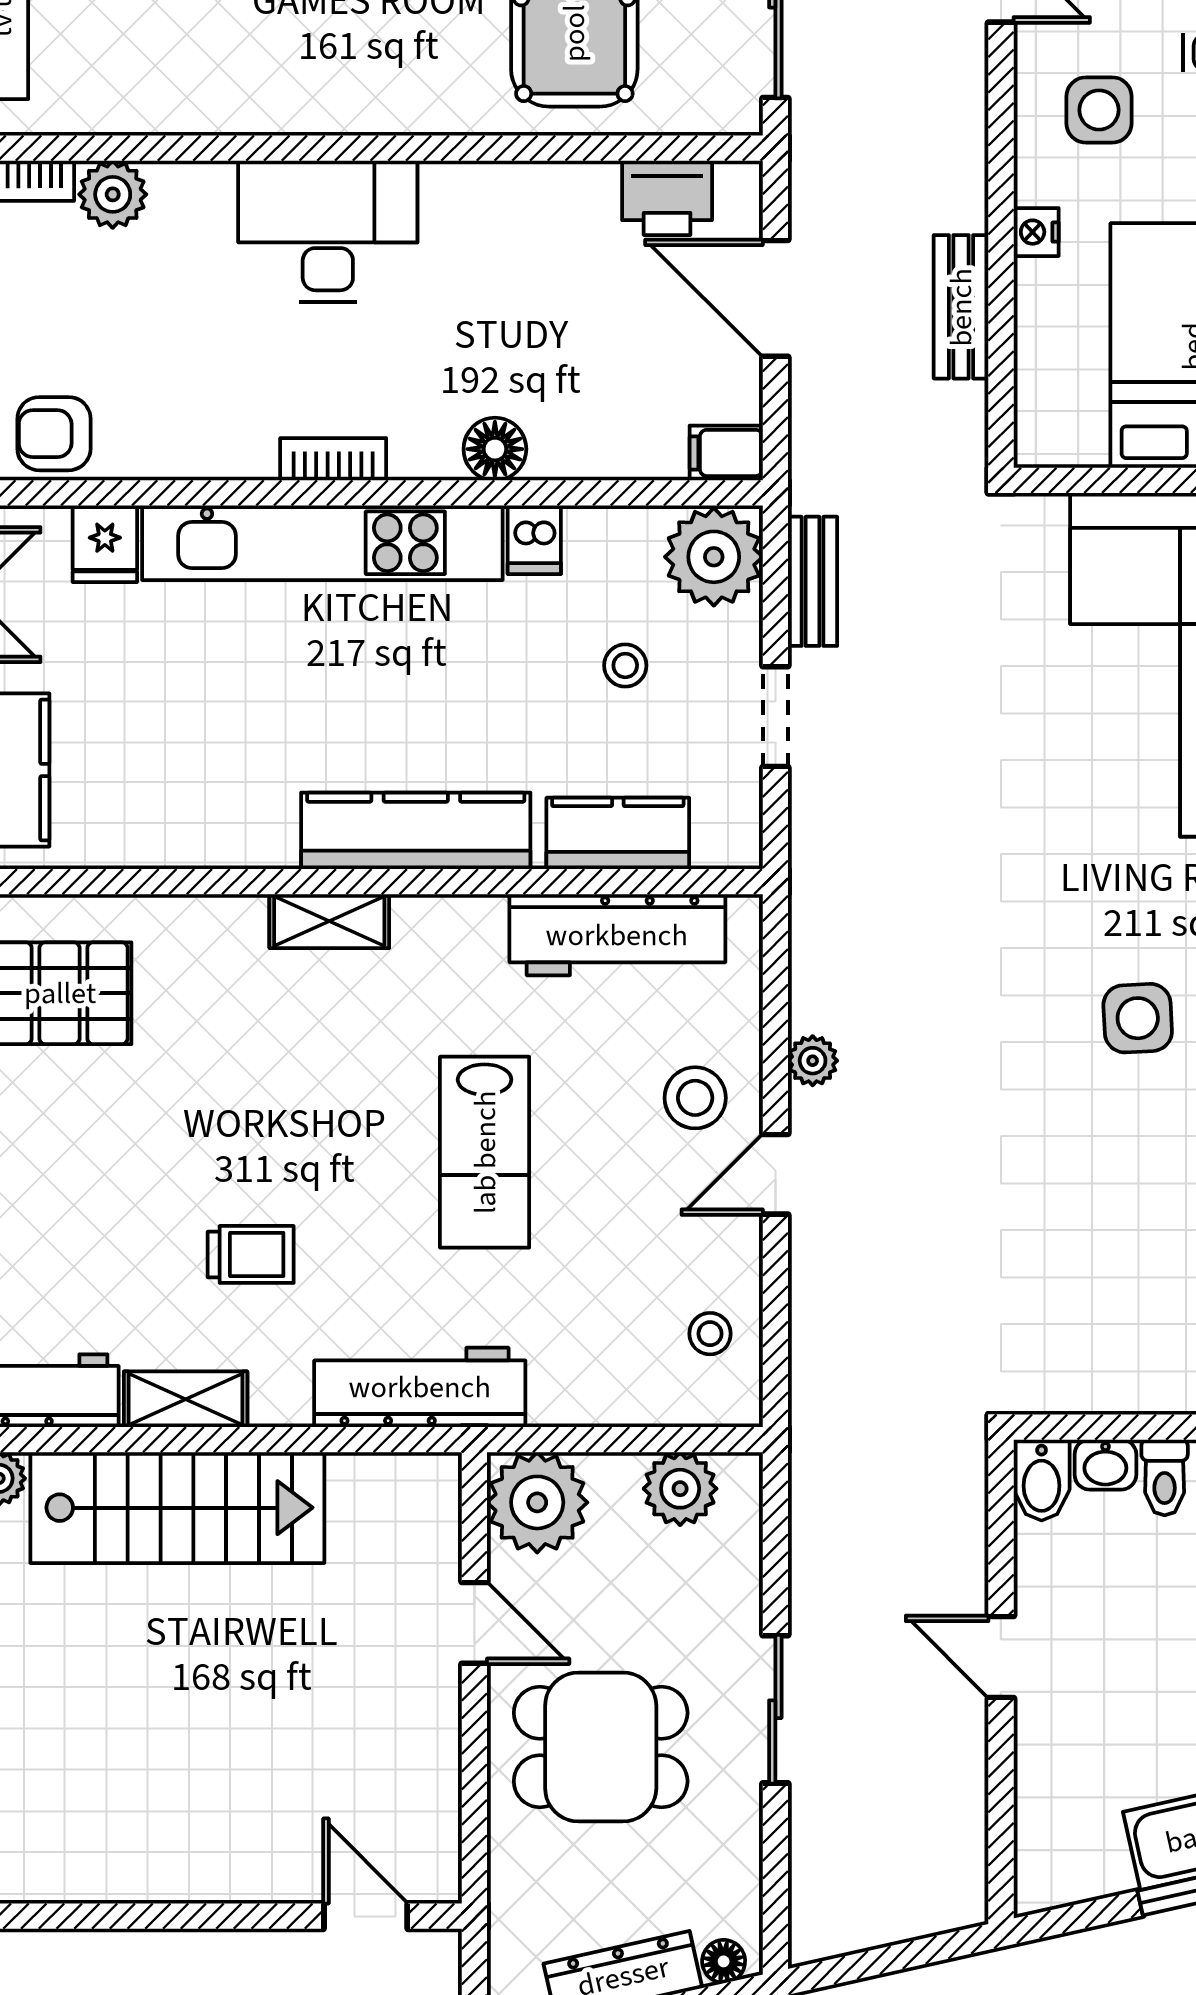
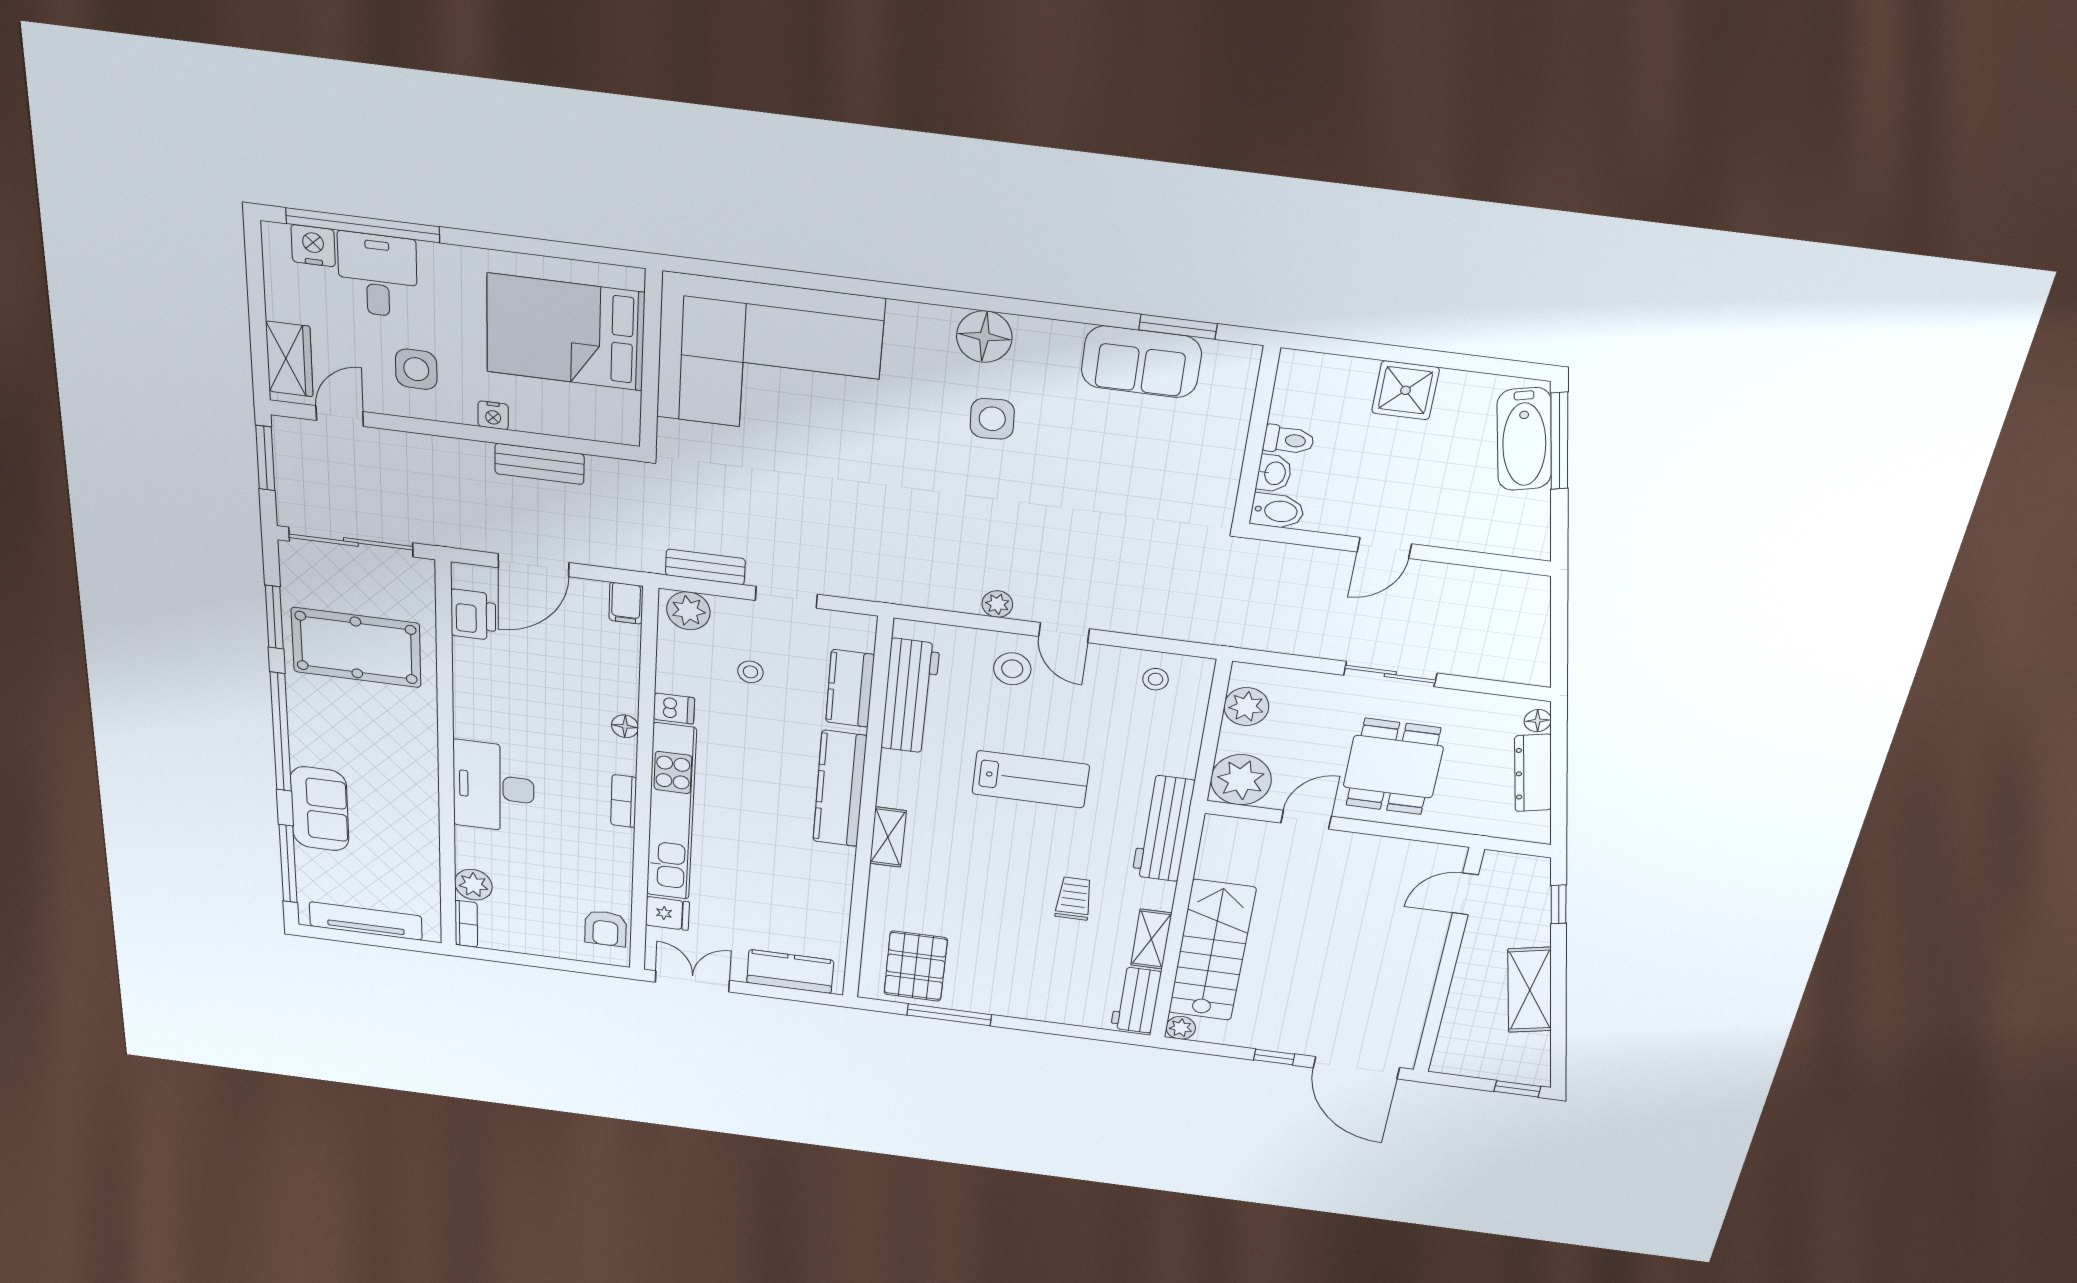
floor lamp: (495, 449) -> (625, 726), width x0.73, depth x0.73
plant: (714, 557) -> (688, 611), width x0.73, depth x0.73

